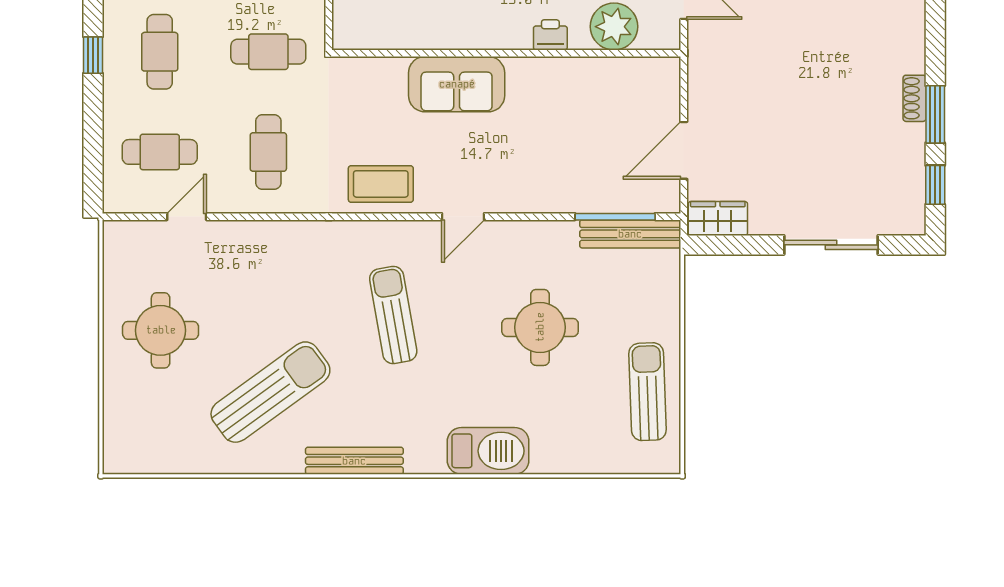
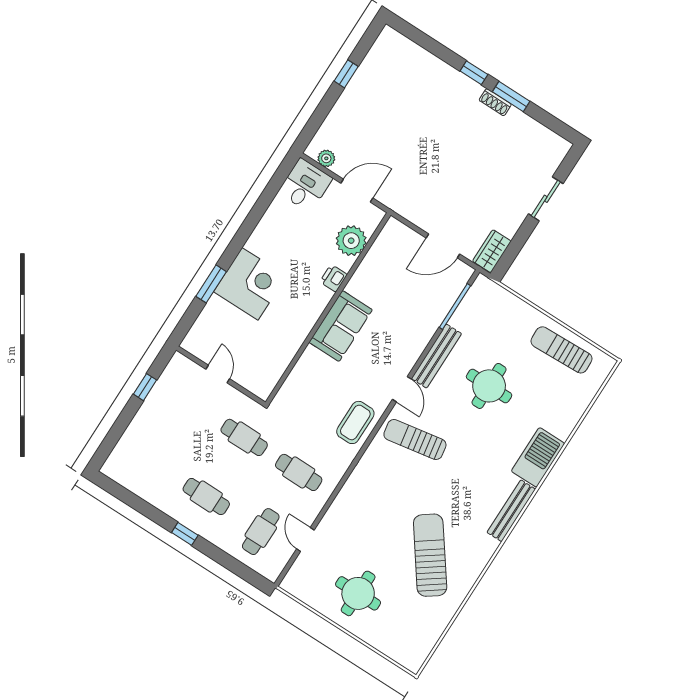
cafe table: (268, 52) -> (244, 437), turned 90
sofa: (457, 84) -> (341, 326), moved
door: (684, 150) -> (443, 246), hinge flipped
window: (935, 185) -> (474, 73), moved
bench: (630, 234) -> (436, 356), moved
sliding door: (831, 245) -> (546, 199), width x0.73
sun lounger: (393, 315) -> (415, 440), moved
bench: (354, 461) -> (511, 511), moved

